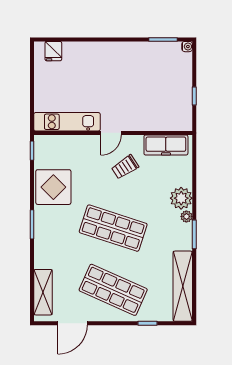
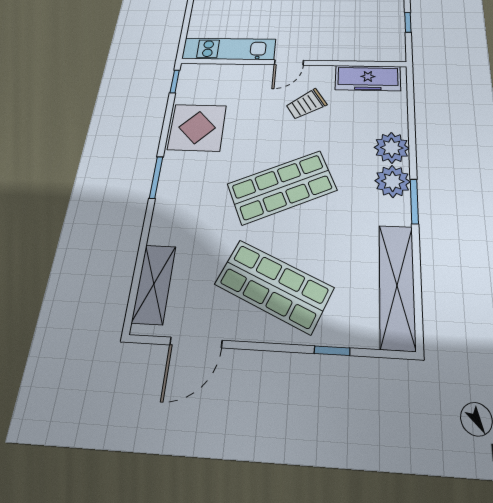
plant: (186, 216) -> (393, 181), width x1.88, depth x1.88
shop shelf: (113, 228) -> (282, 187), turned -42

